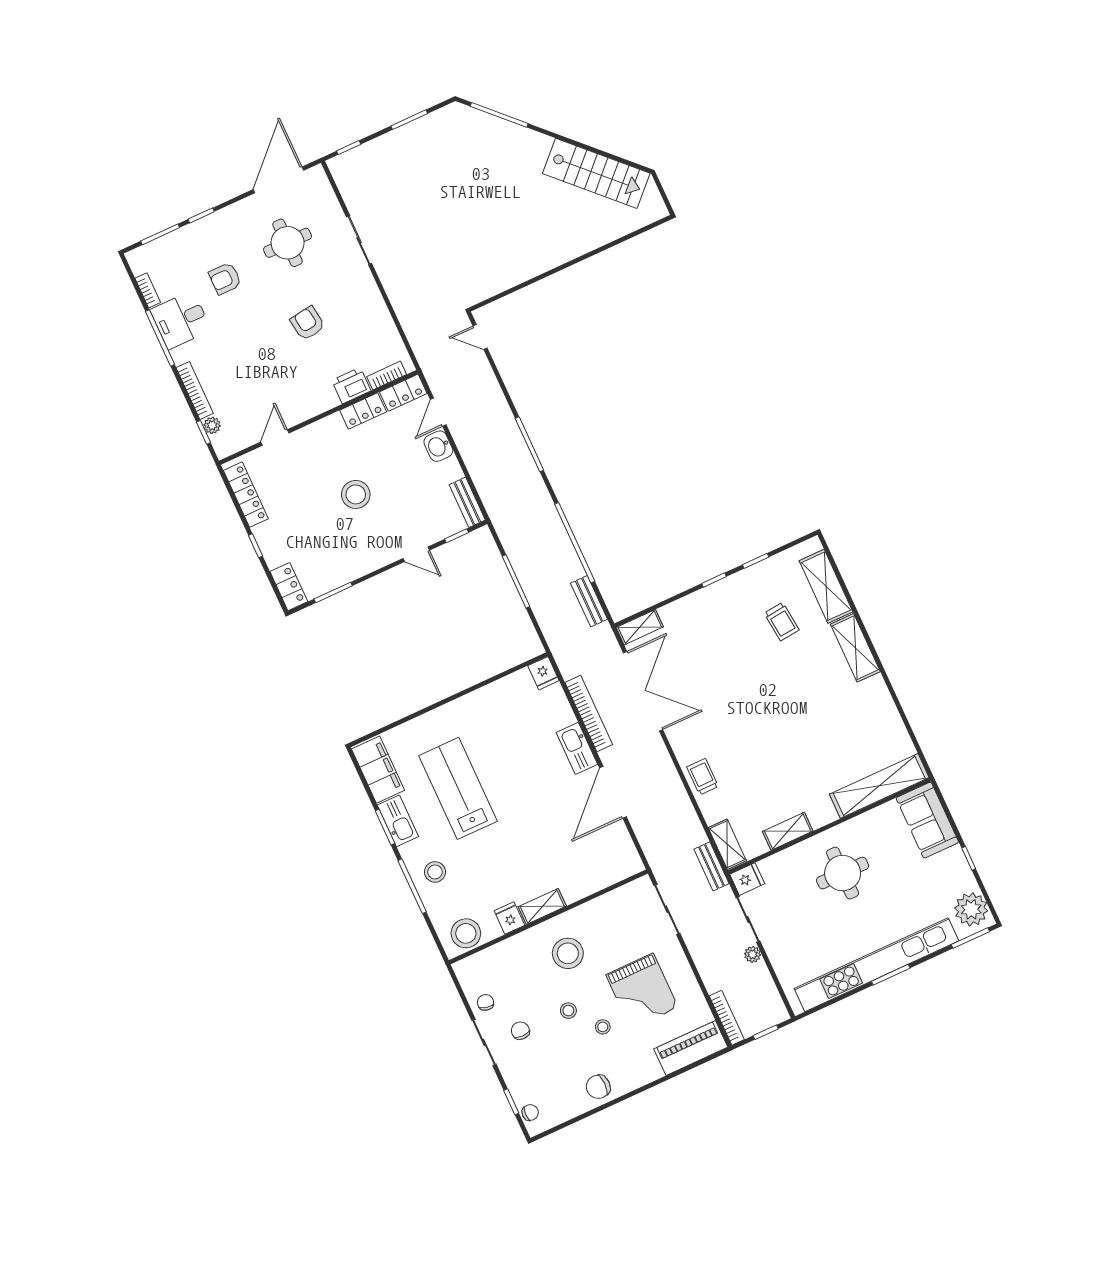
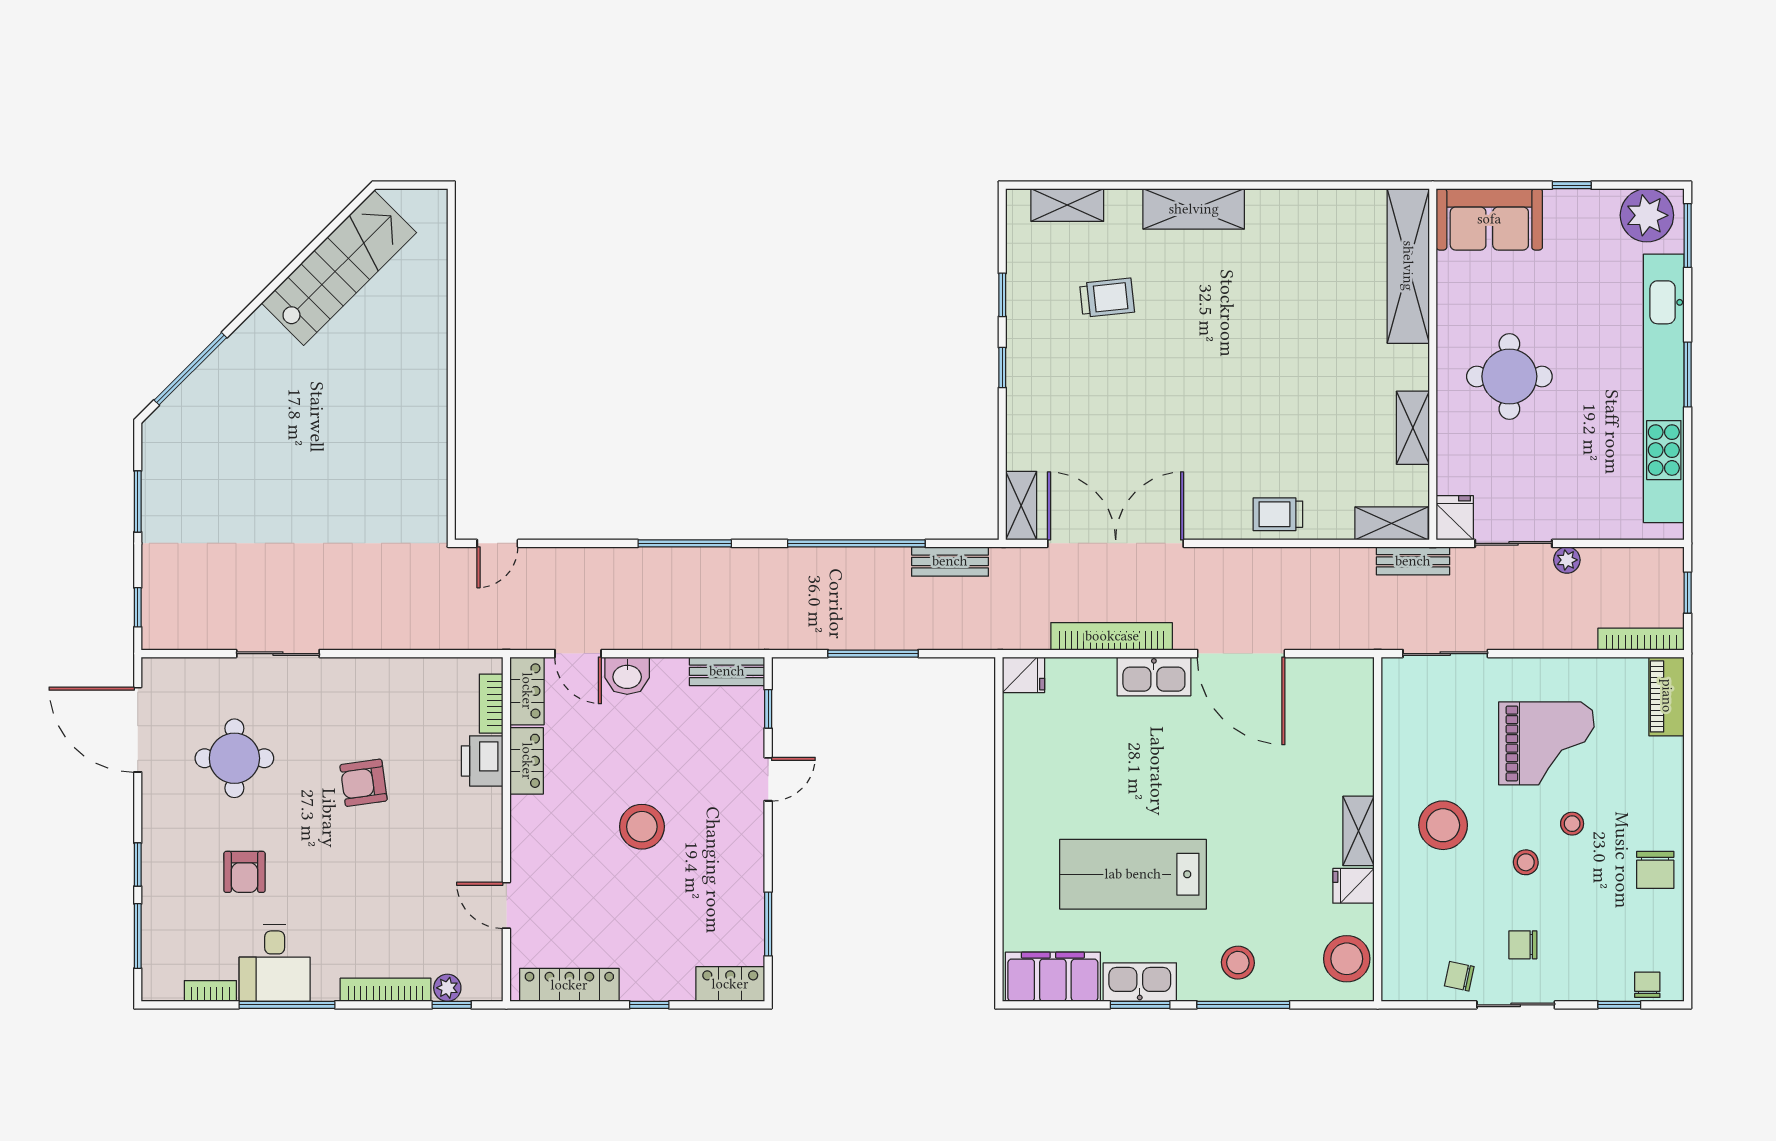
shelving: (826, 586) -> (1067, 205), width x0.67, depth x0.75
piano: (691, 1048) -> (1667, 696), width x0.73, depth x0.75

